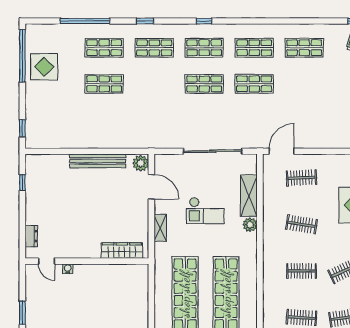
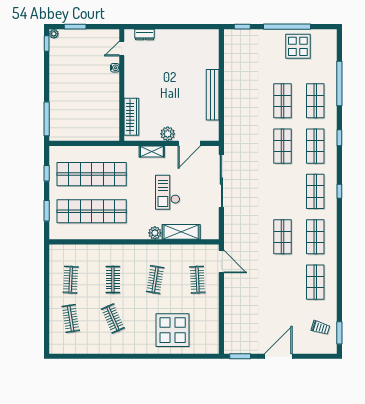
window: (22, 56) -> (287, 27), moved
shop shelf: (204, 84) -> (282, 146), moved
sliding door: (213, 151) -> (221, 181), moved
plant: (141, 163) -> (168, 134), moved
window: (22, 183) -> (193, 27), removed

